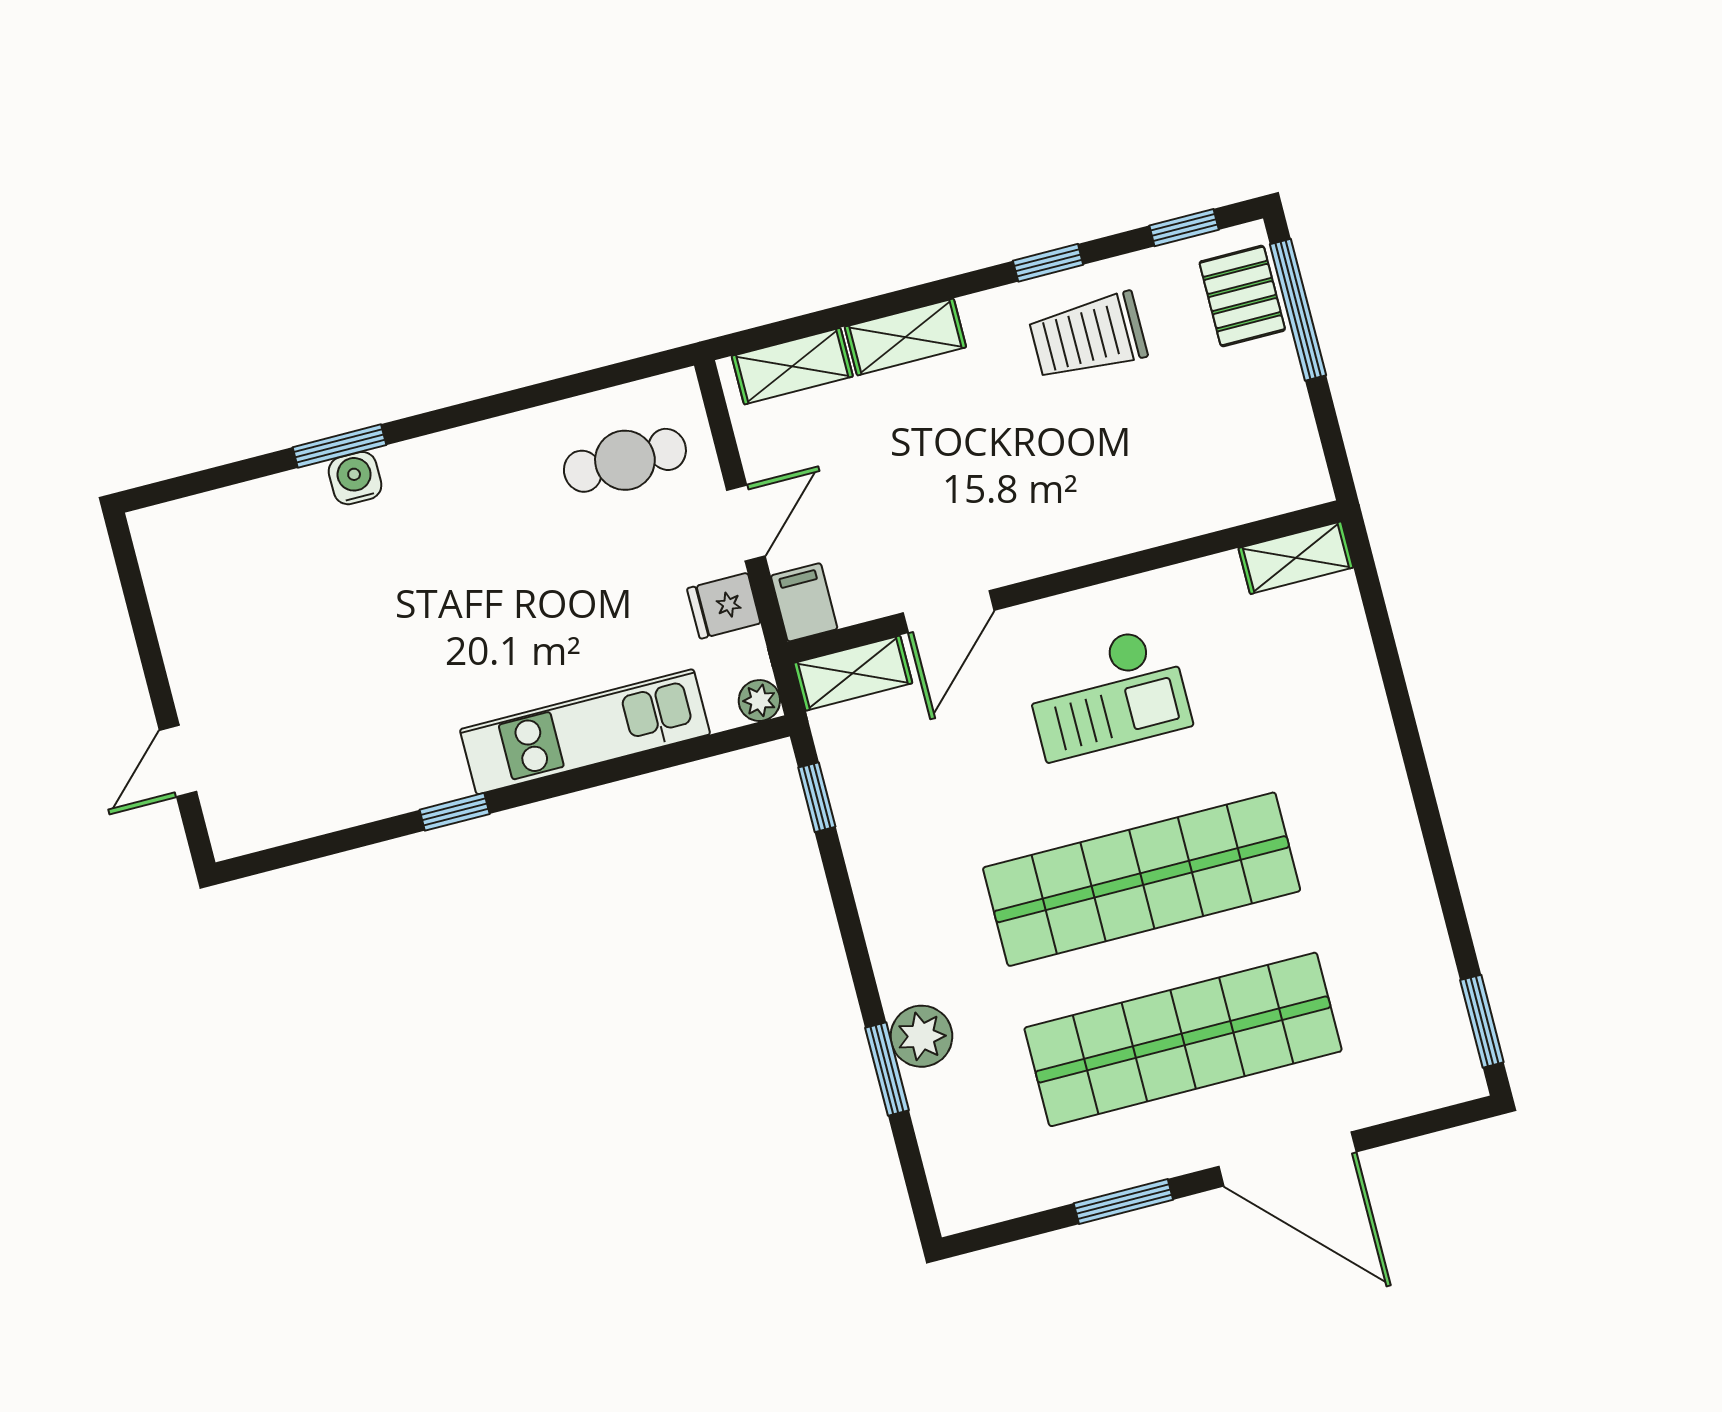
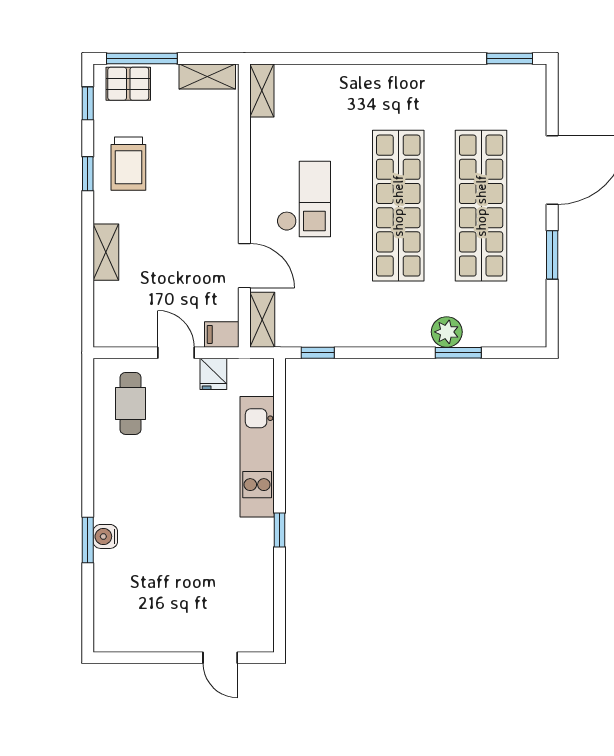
shelving: (792, 366) -> (207, 77), moved, turned 90
plant: (759, 701) -> (264, 368), removed

